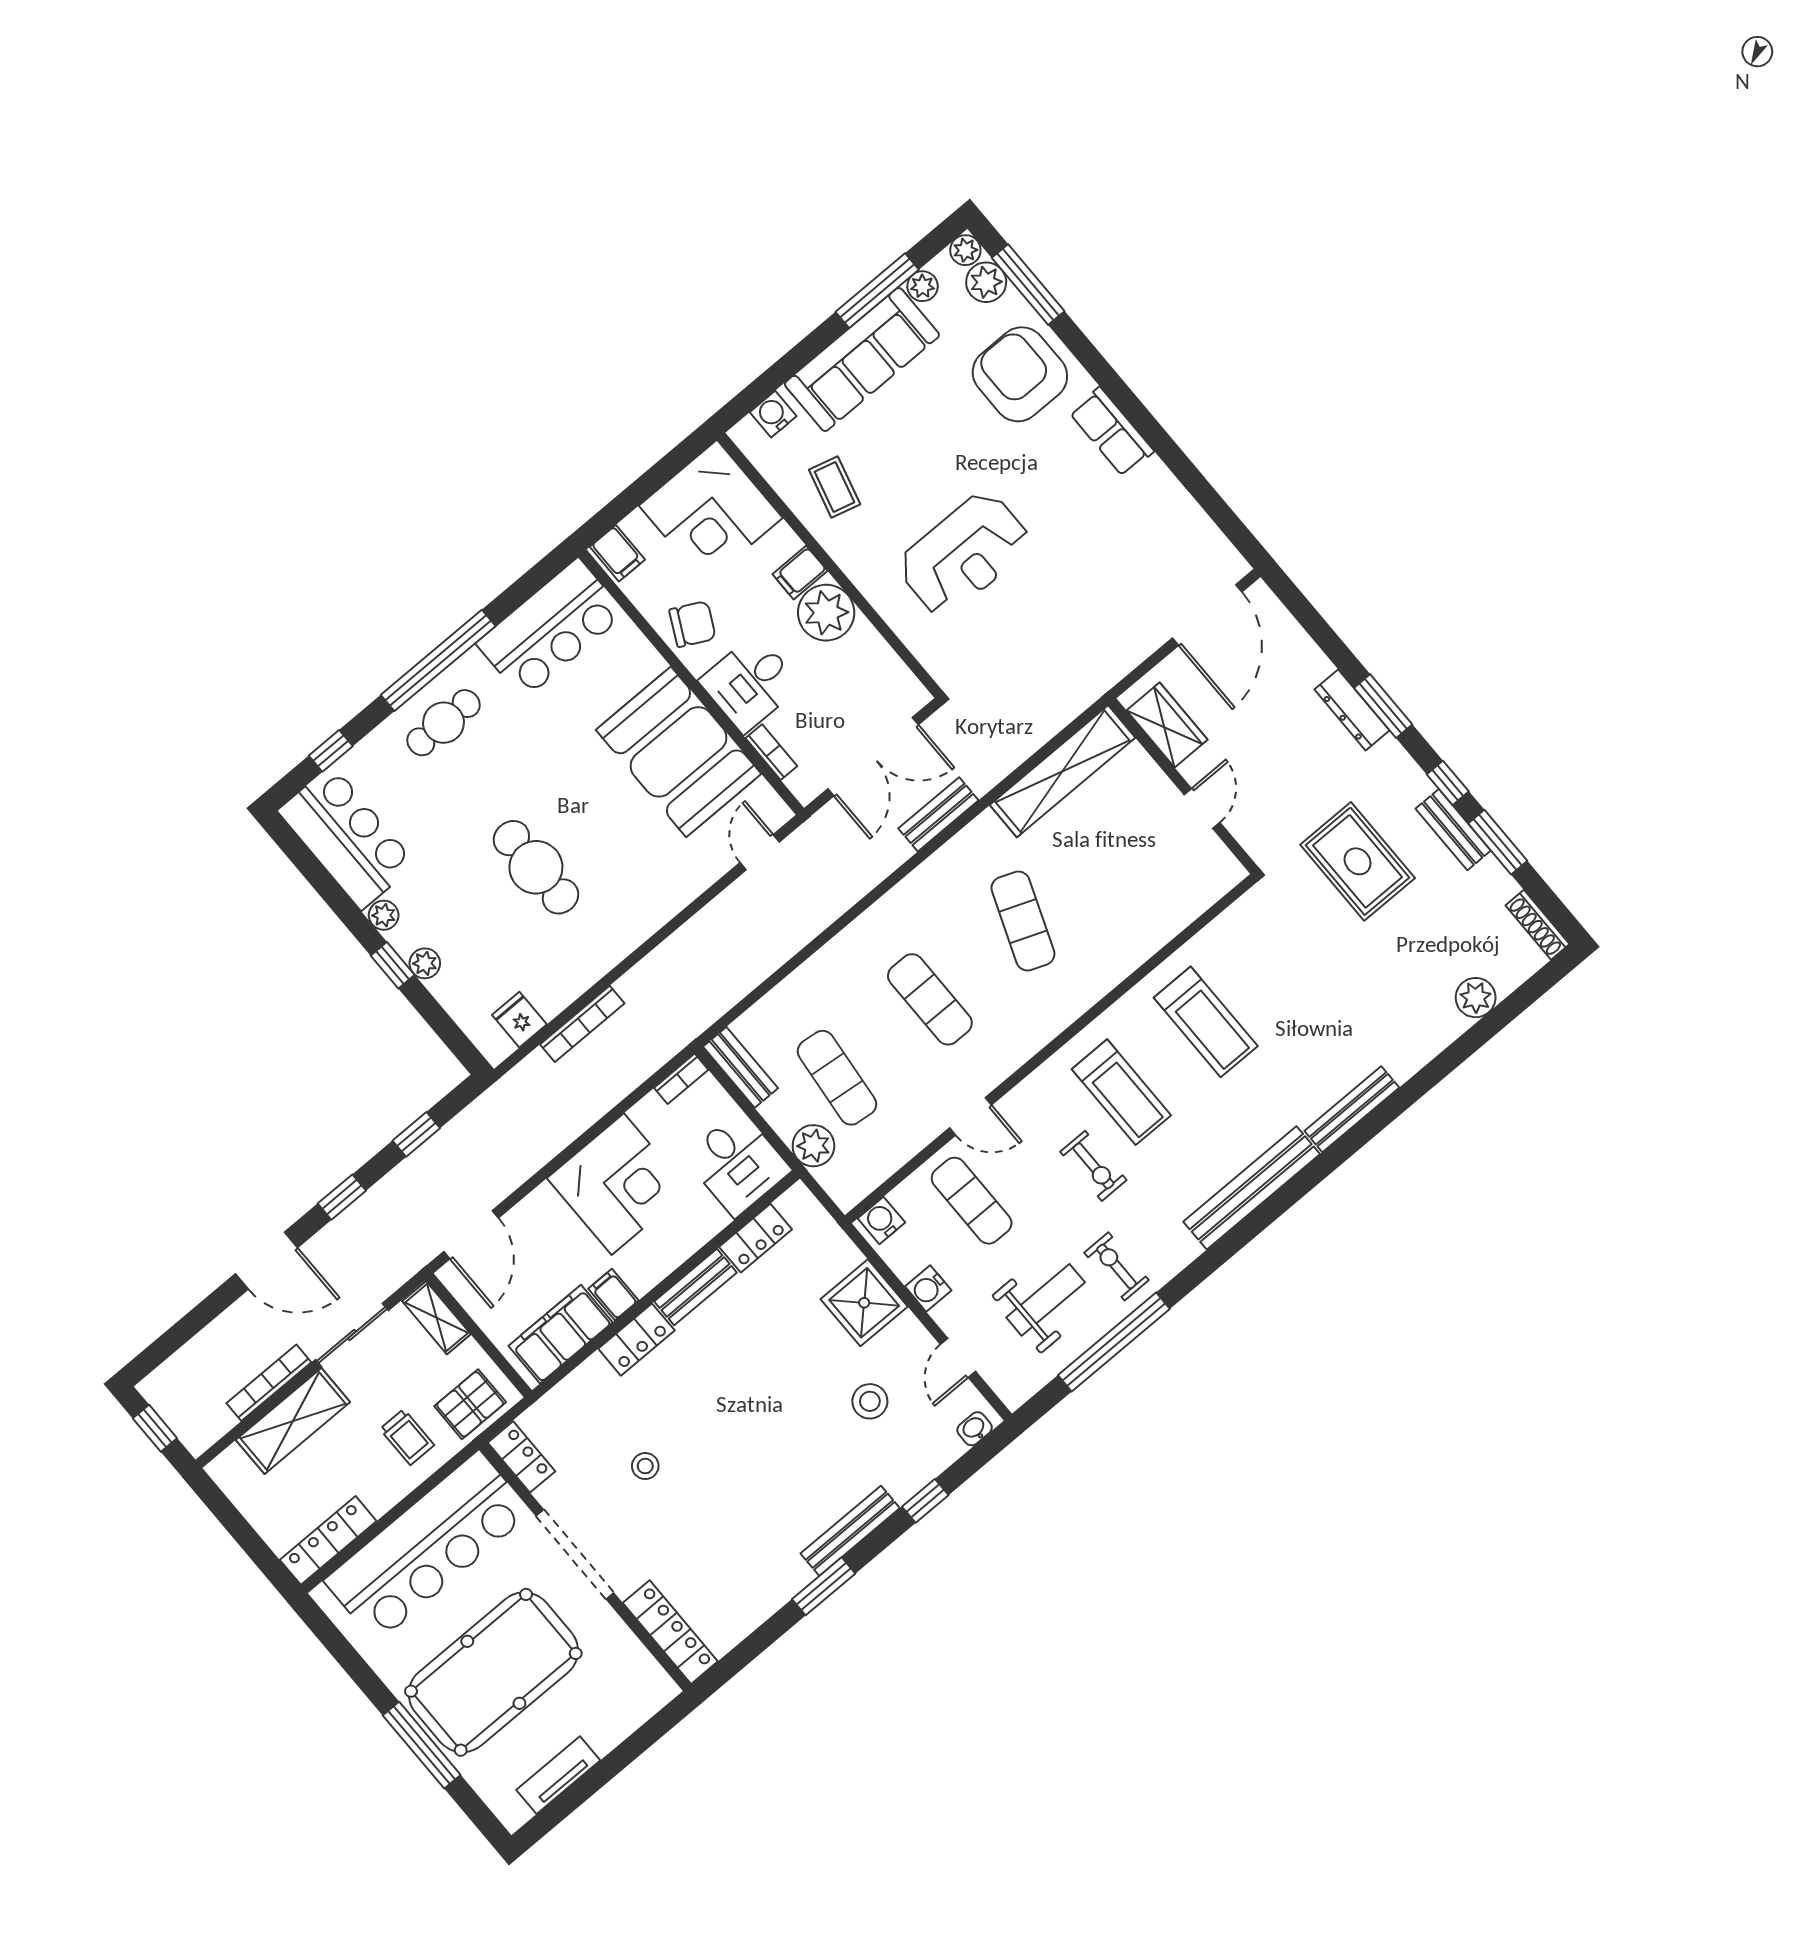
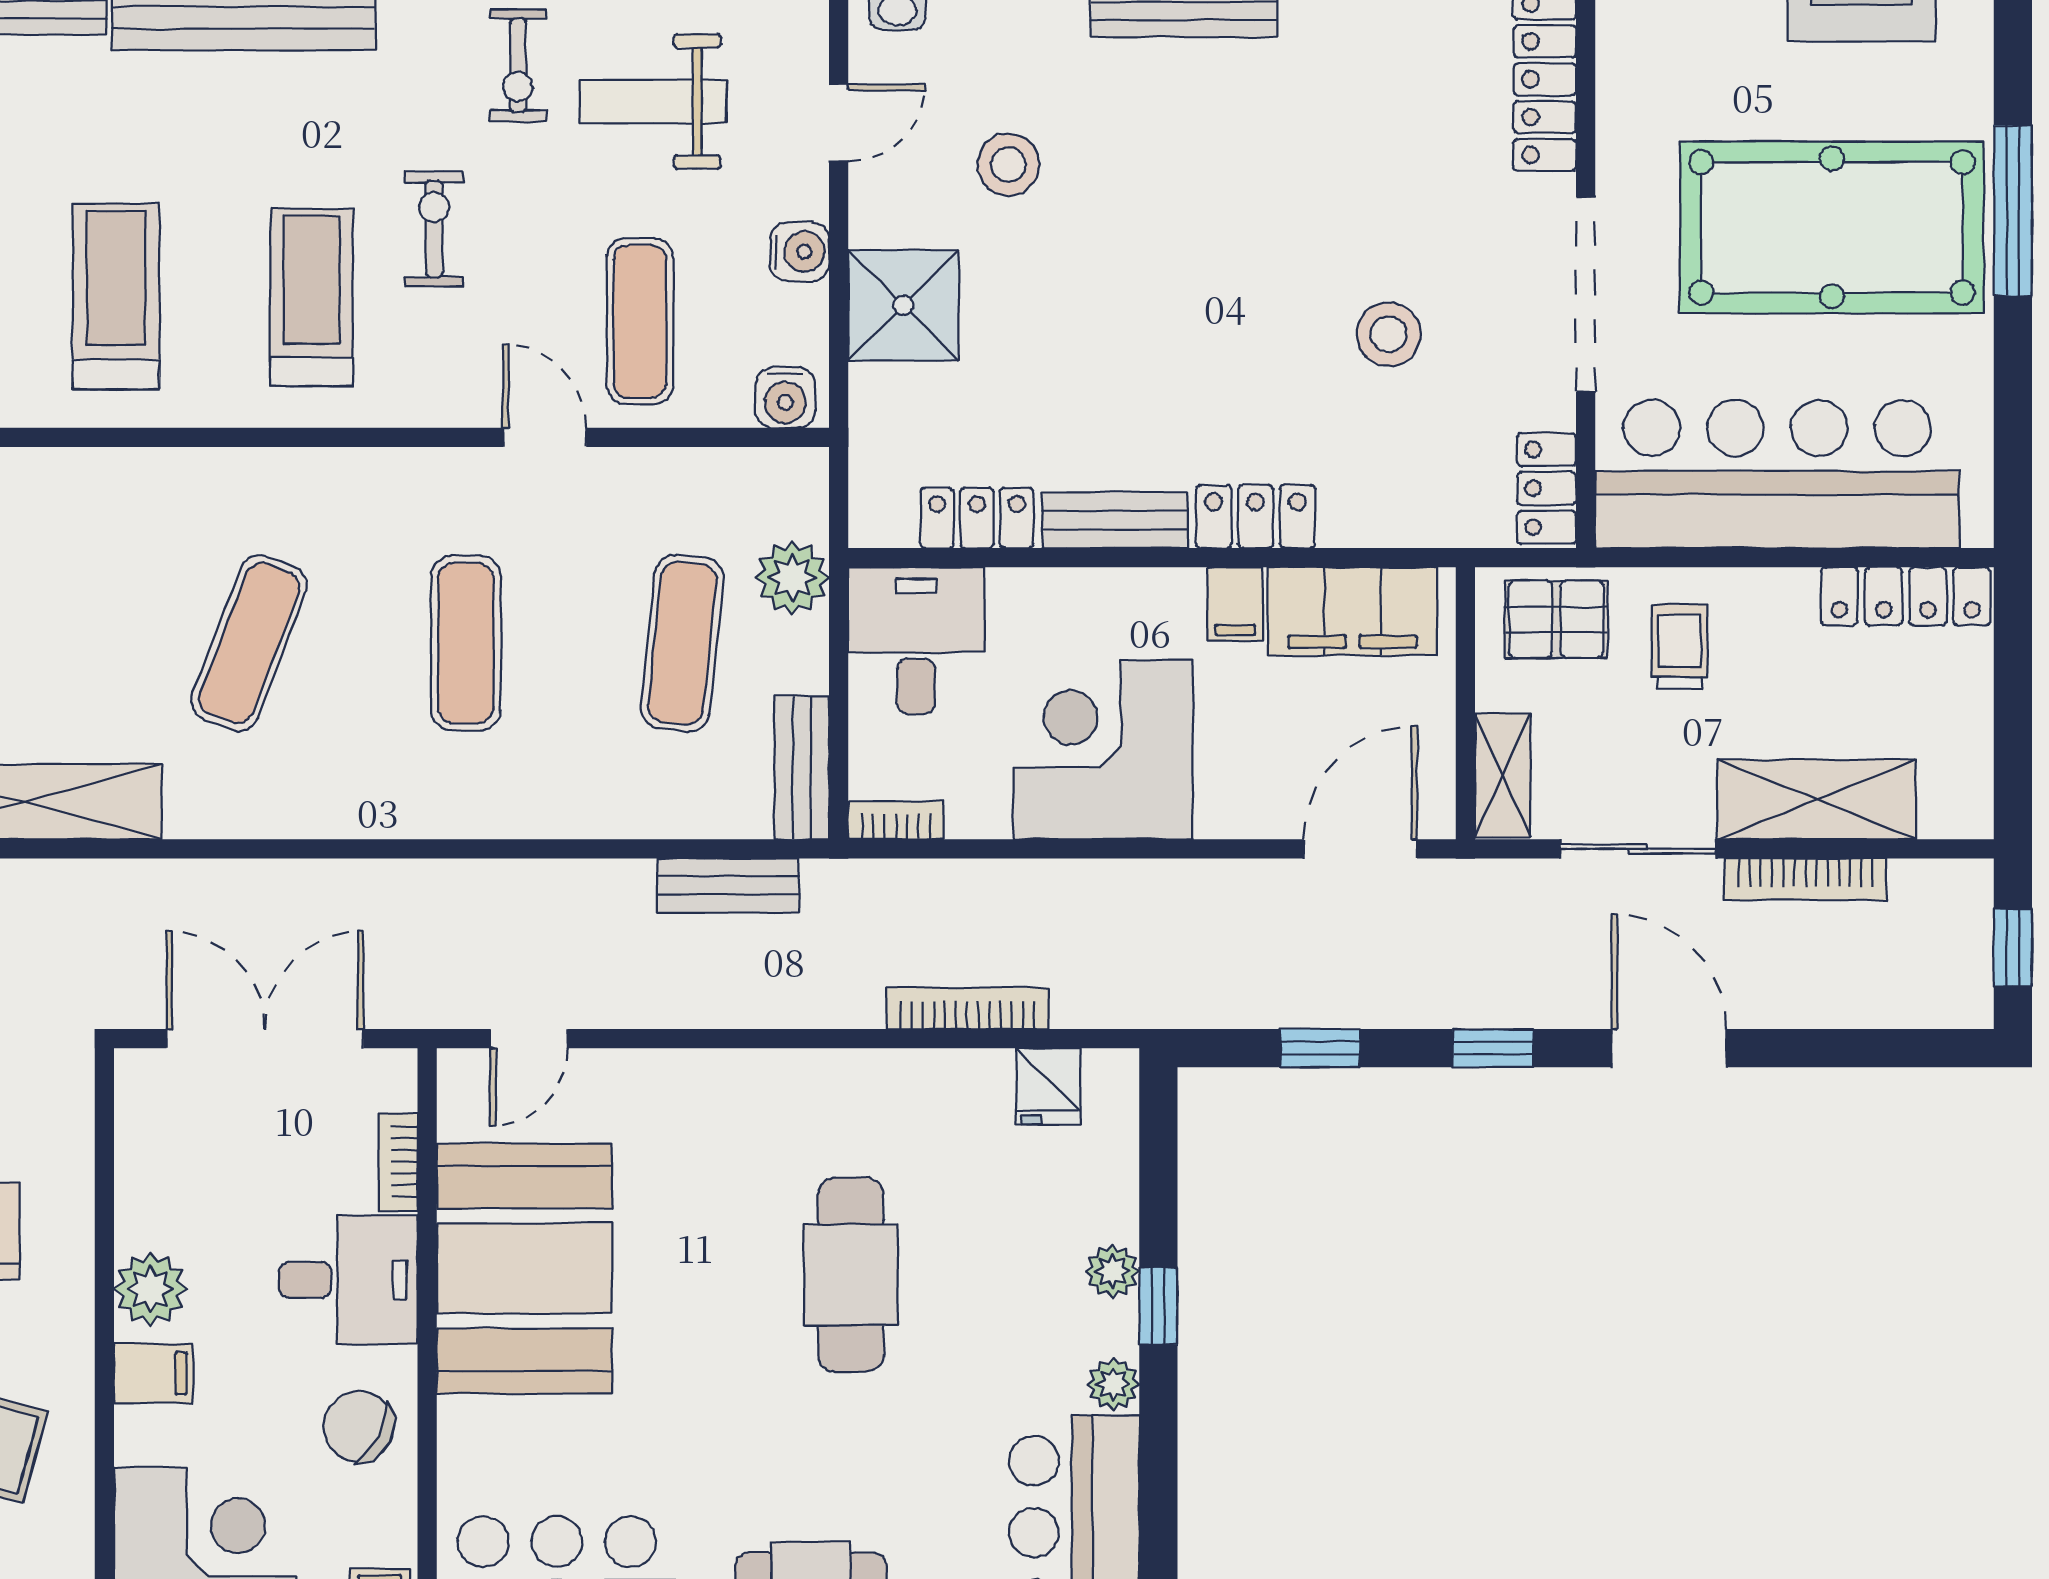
plant: (826, 613) -> (150, 1289), width x0.73, depth x0.73
bench: (938, 814) -> (728, 885), moved
stool: (645, 1466) -> (1389, 334), width x1.37, depth x1.37

